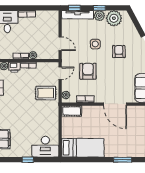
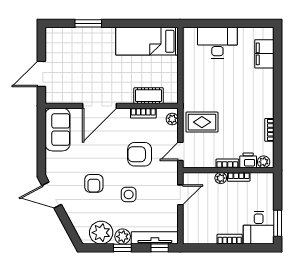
door: (60, 44) -> (180, 195), swing flipped
armchair: (88, 71) -> (140, 154), turned 90
door: (115, 104) -> (100, 106), swing flipped
cot: (72, 111) -> (149, 96), moved
desk: (45, 147) -> (217, 43), moved
window: (28, 160) -> (228, 23), removed

